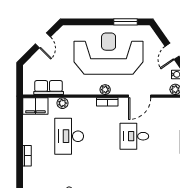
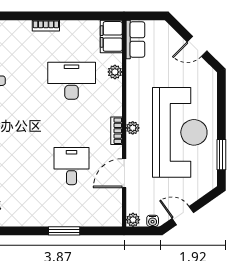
row of seats: (49, 88) -> (135, 40), moved
door: (140, 96) -> (124, 173), hinge flipped

